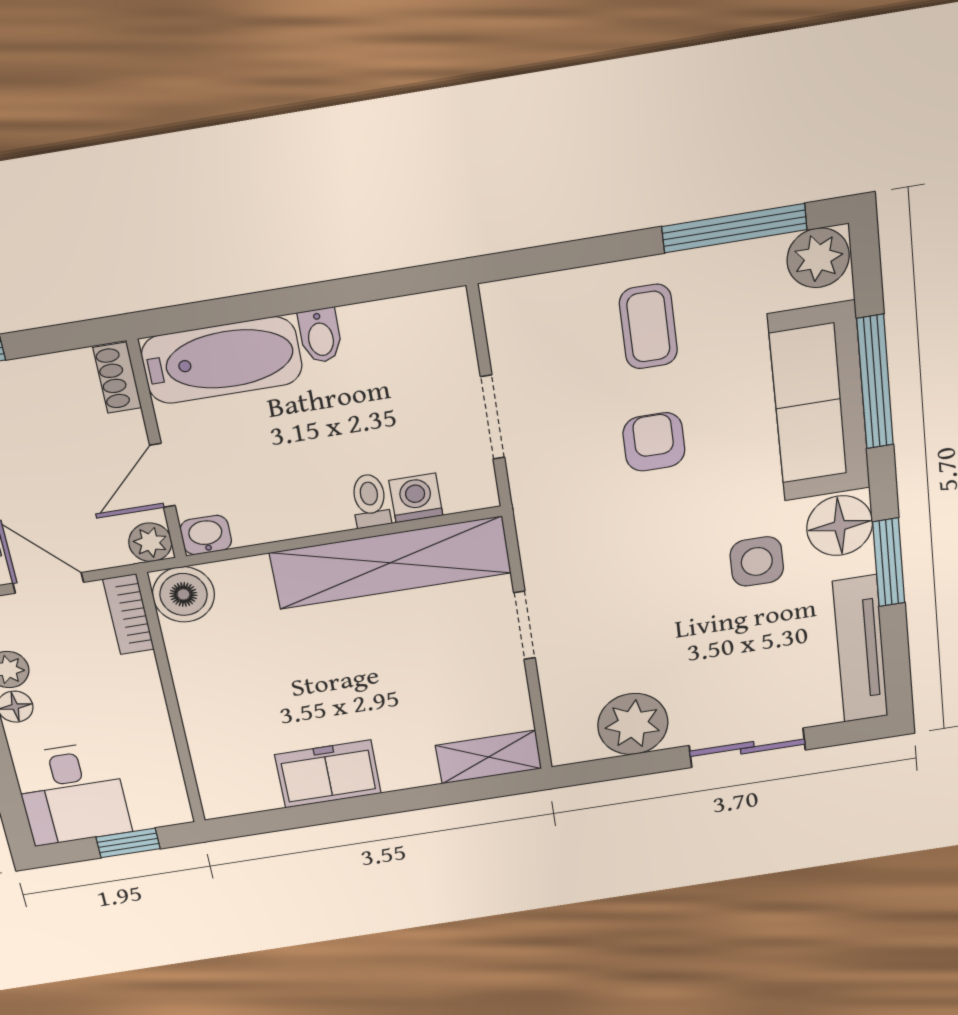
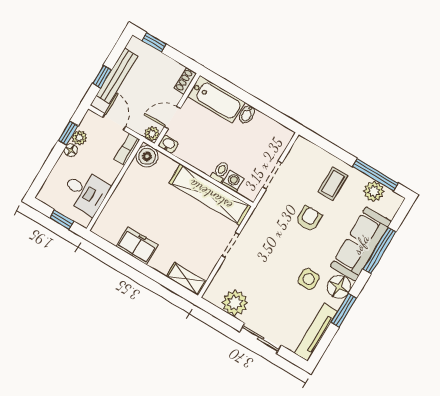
plant: (818, 258) -> (374, 191), moved
desk: (72, 794) -> (85, 192), moved, turned -90

